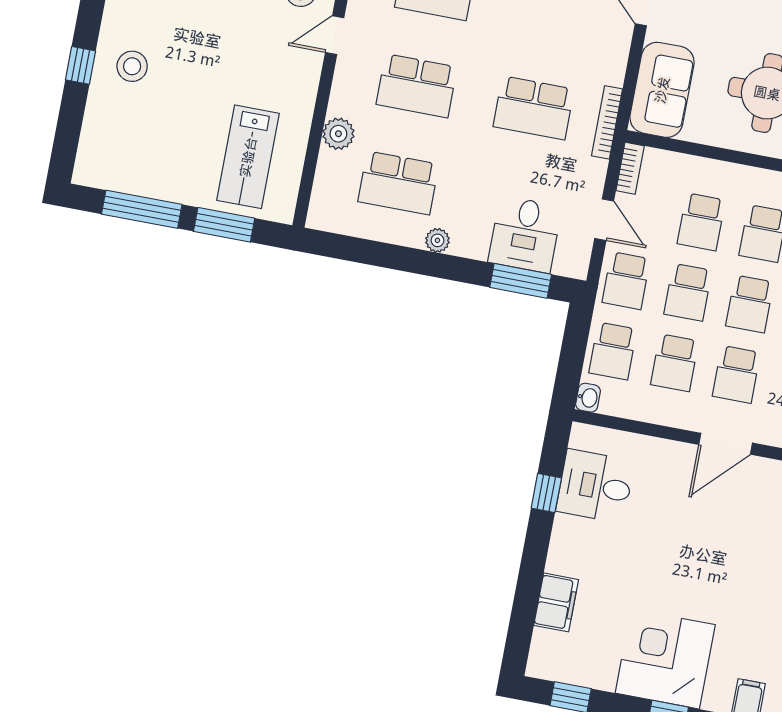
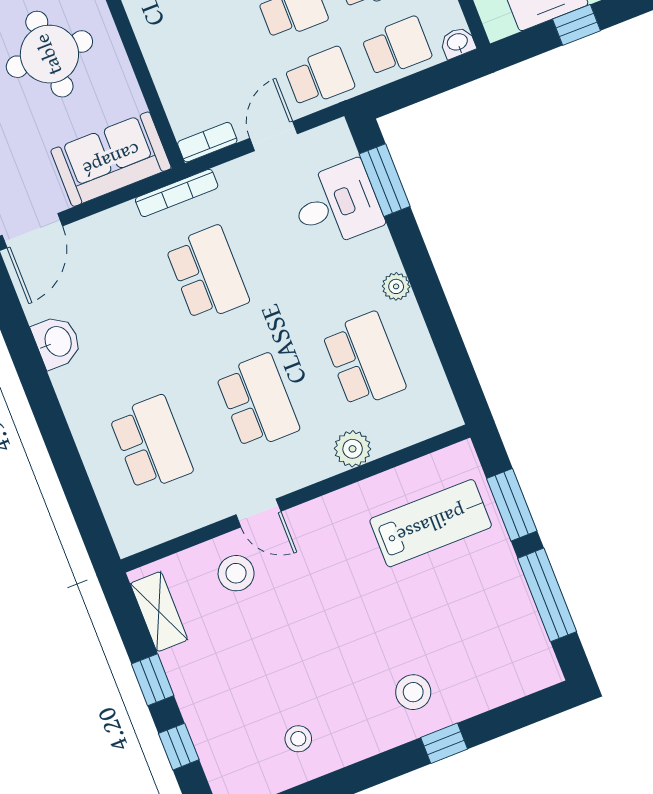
school desk: (701, 222) -> (216, 40), removed

